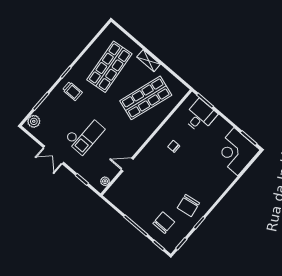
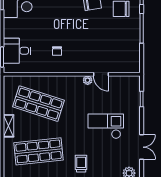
double door: (53, 155) -> (142, 147), moved
plant: (105, 181) -> (88, 80), moved

